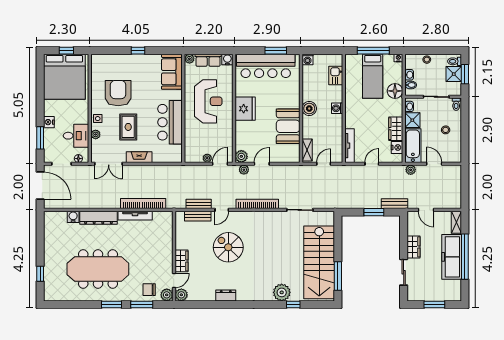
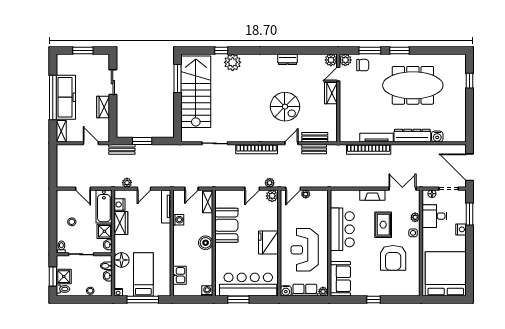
window: (66, 51) -> (444, 300), removed
washing machine: (337, 108) -> (178, 220), moved
plant: (411, 170) -> (127, 183), moved

